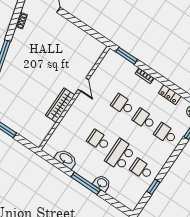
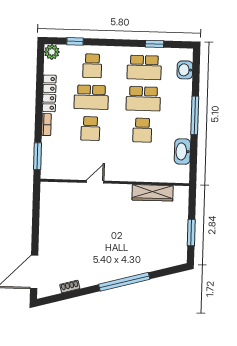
locker: (170, 95) -> (49, 93), width x1.53
wardrobe: (60, 105) -> (153, 193), moved
school desk: (144, 119) -> (91, 97), width x1.85
school desk: (142, 169) -> (144, 67), width x1.85
washbasin: (102, 183) -> (185, 70), moved

